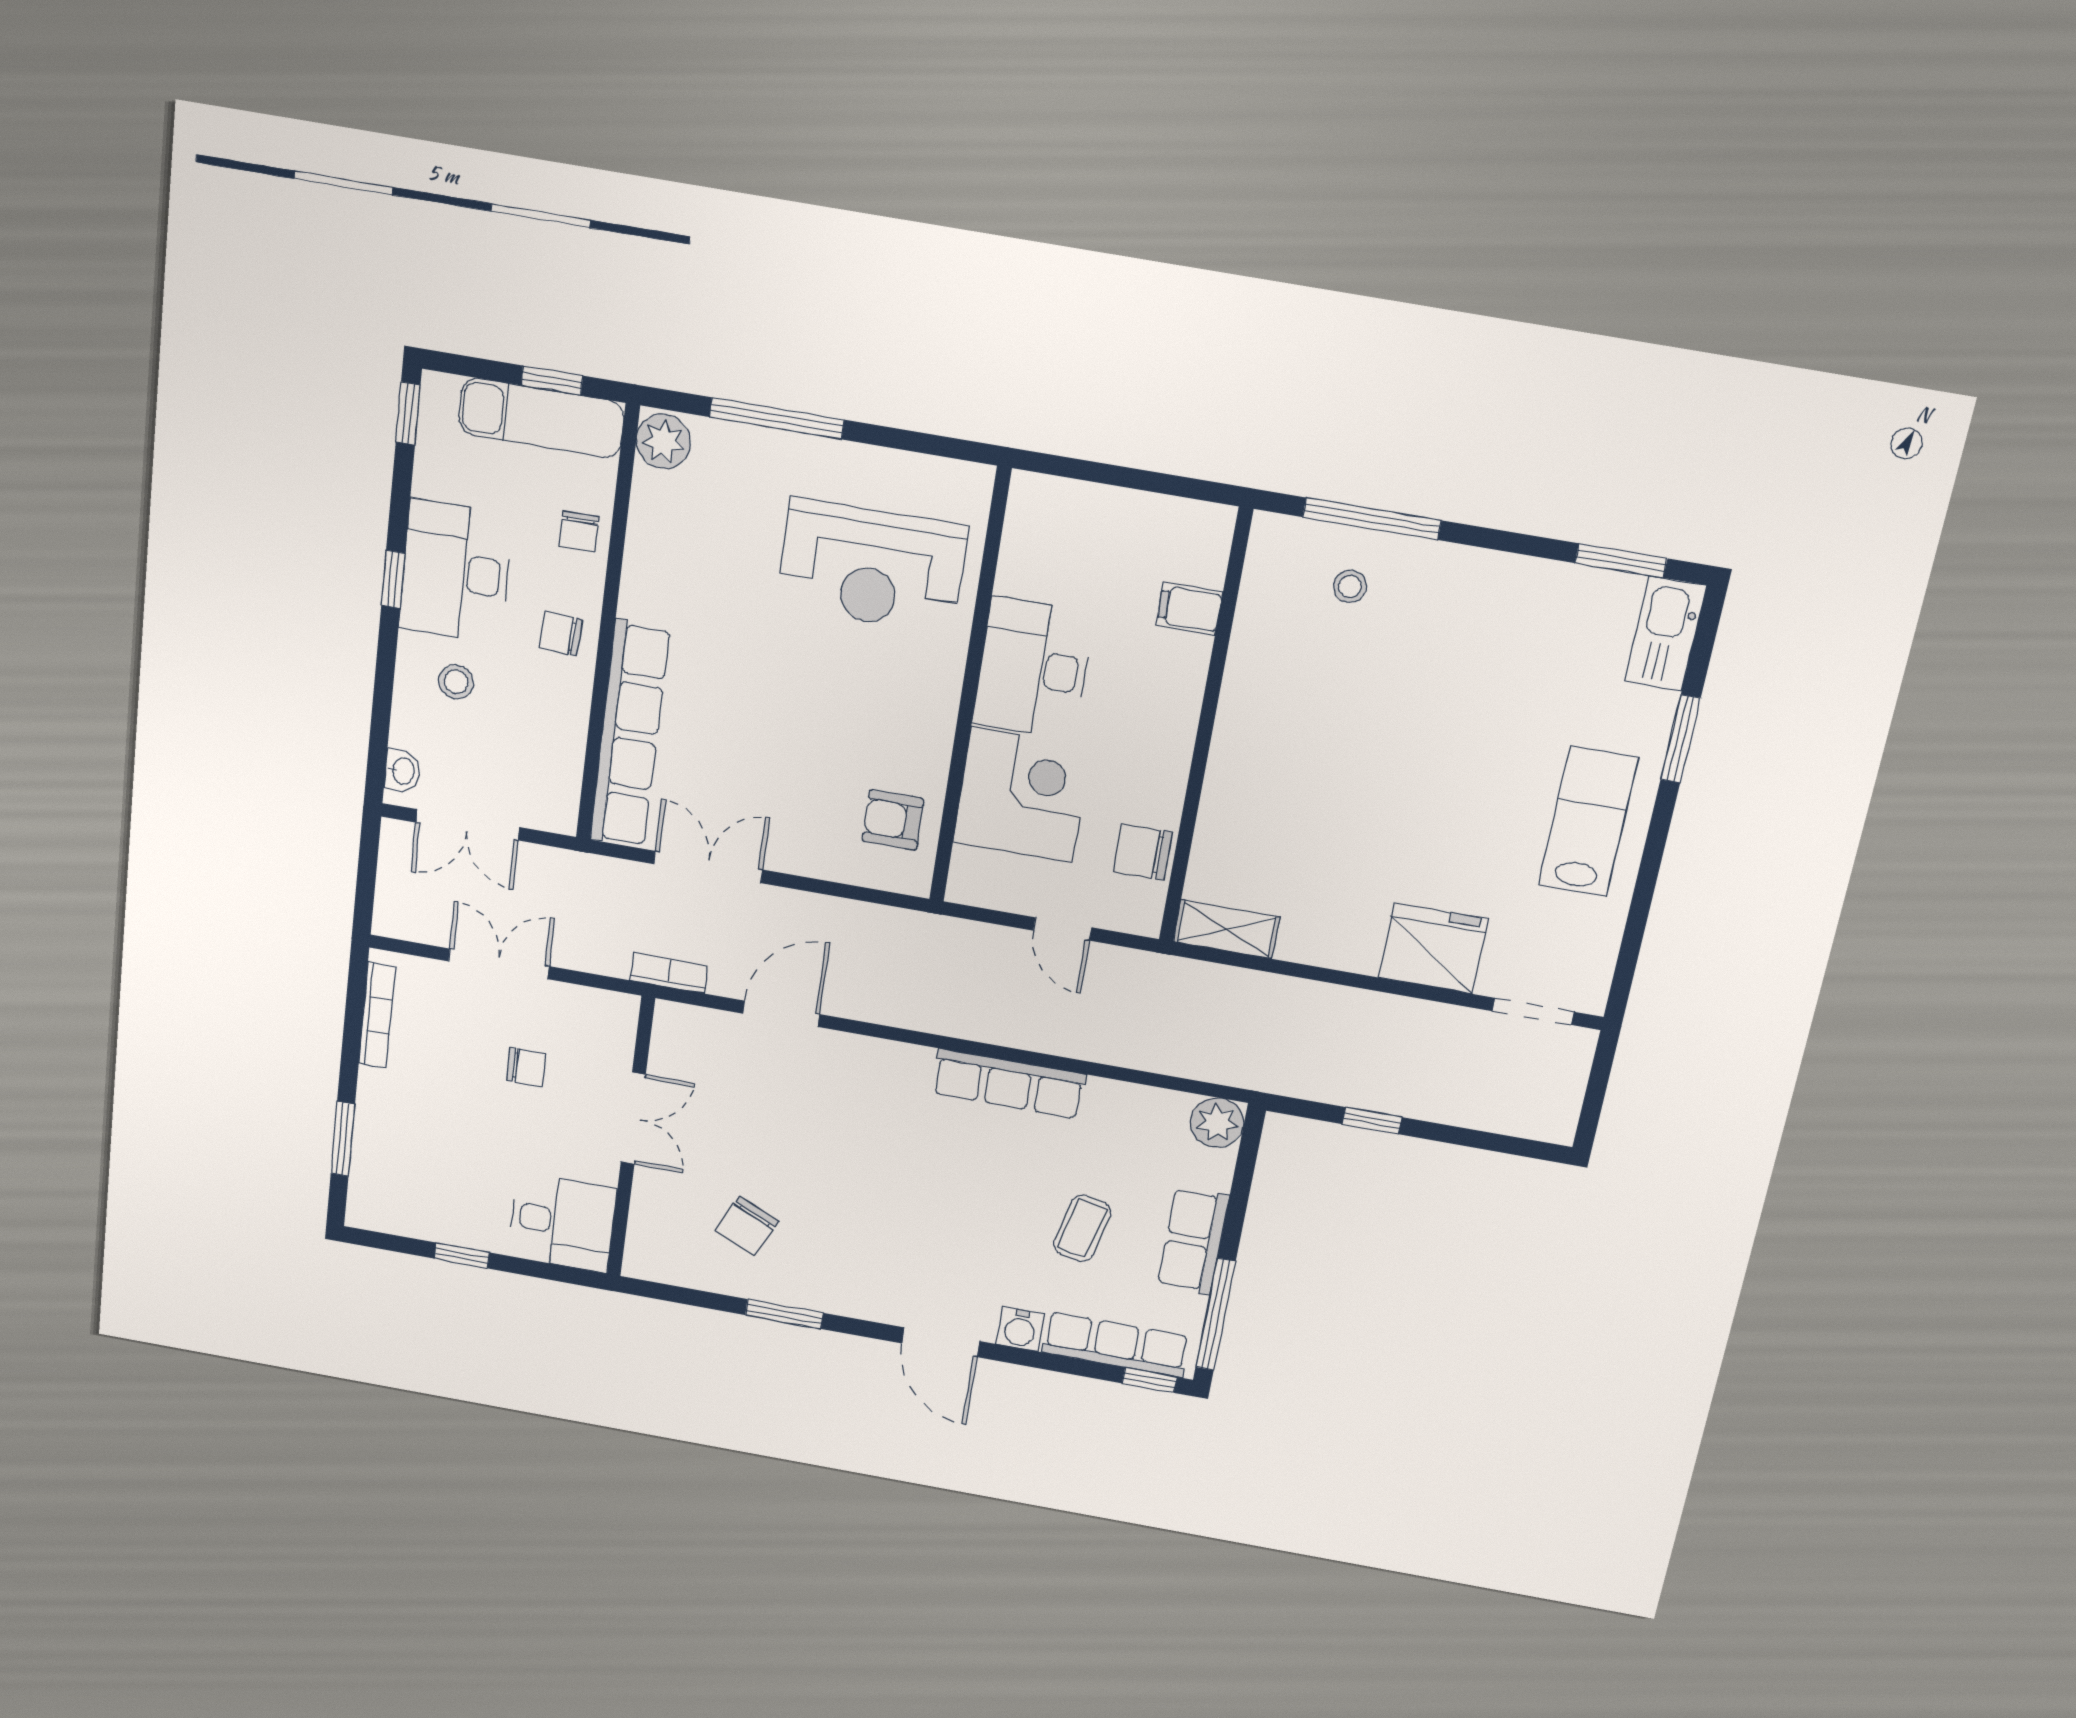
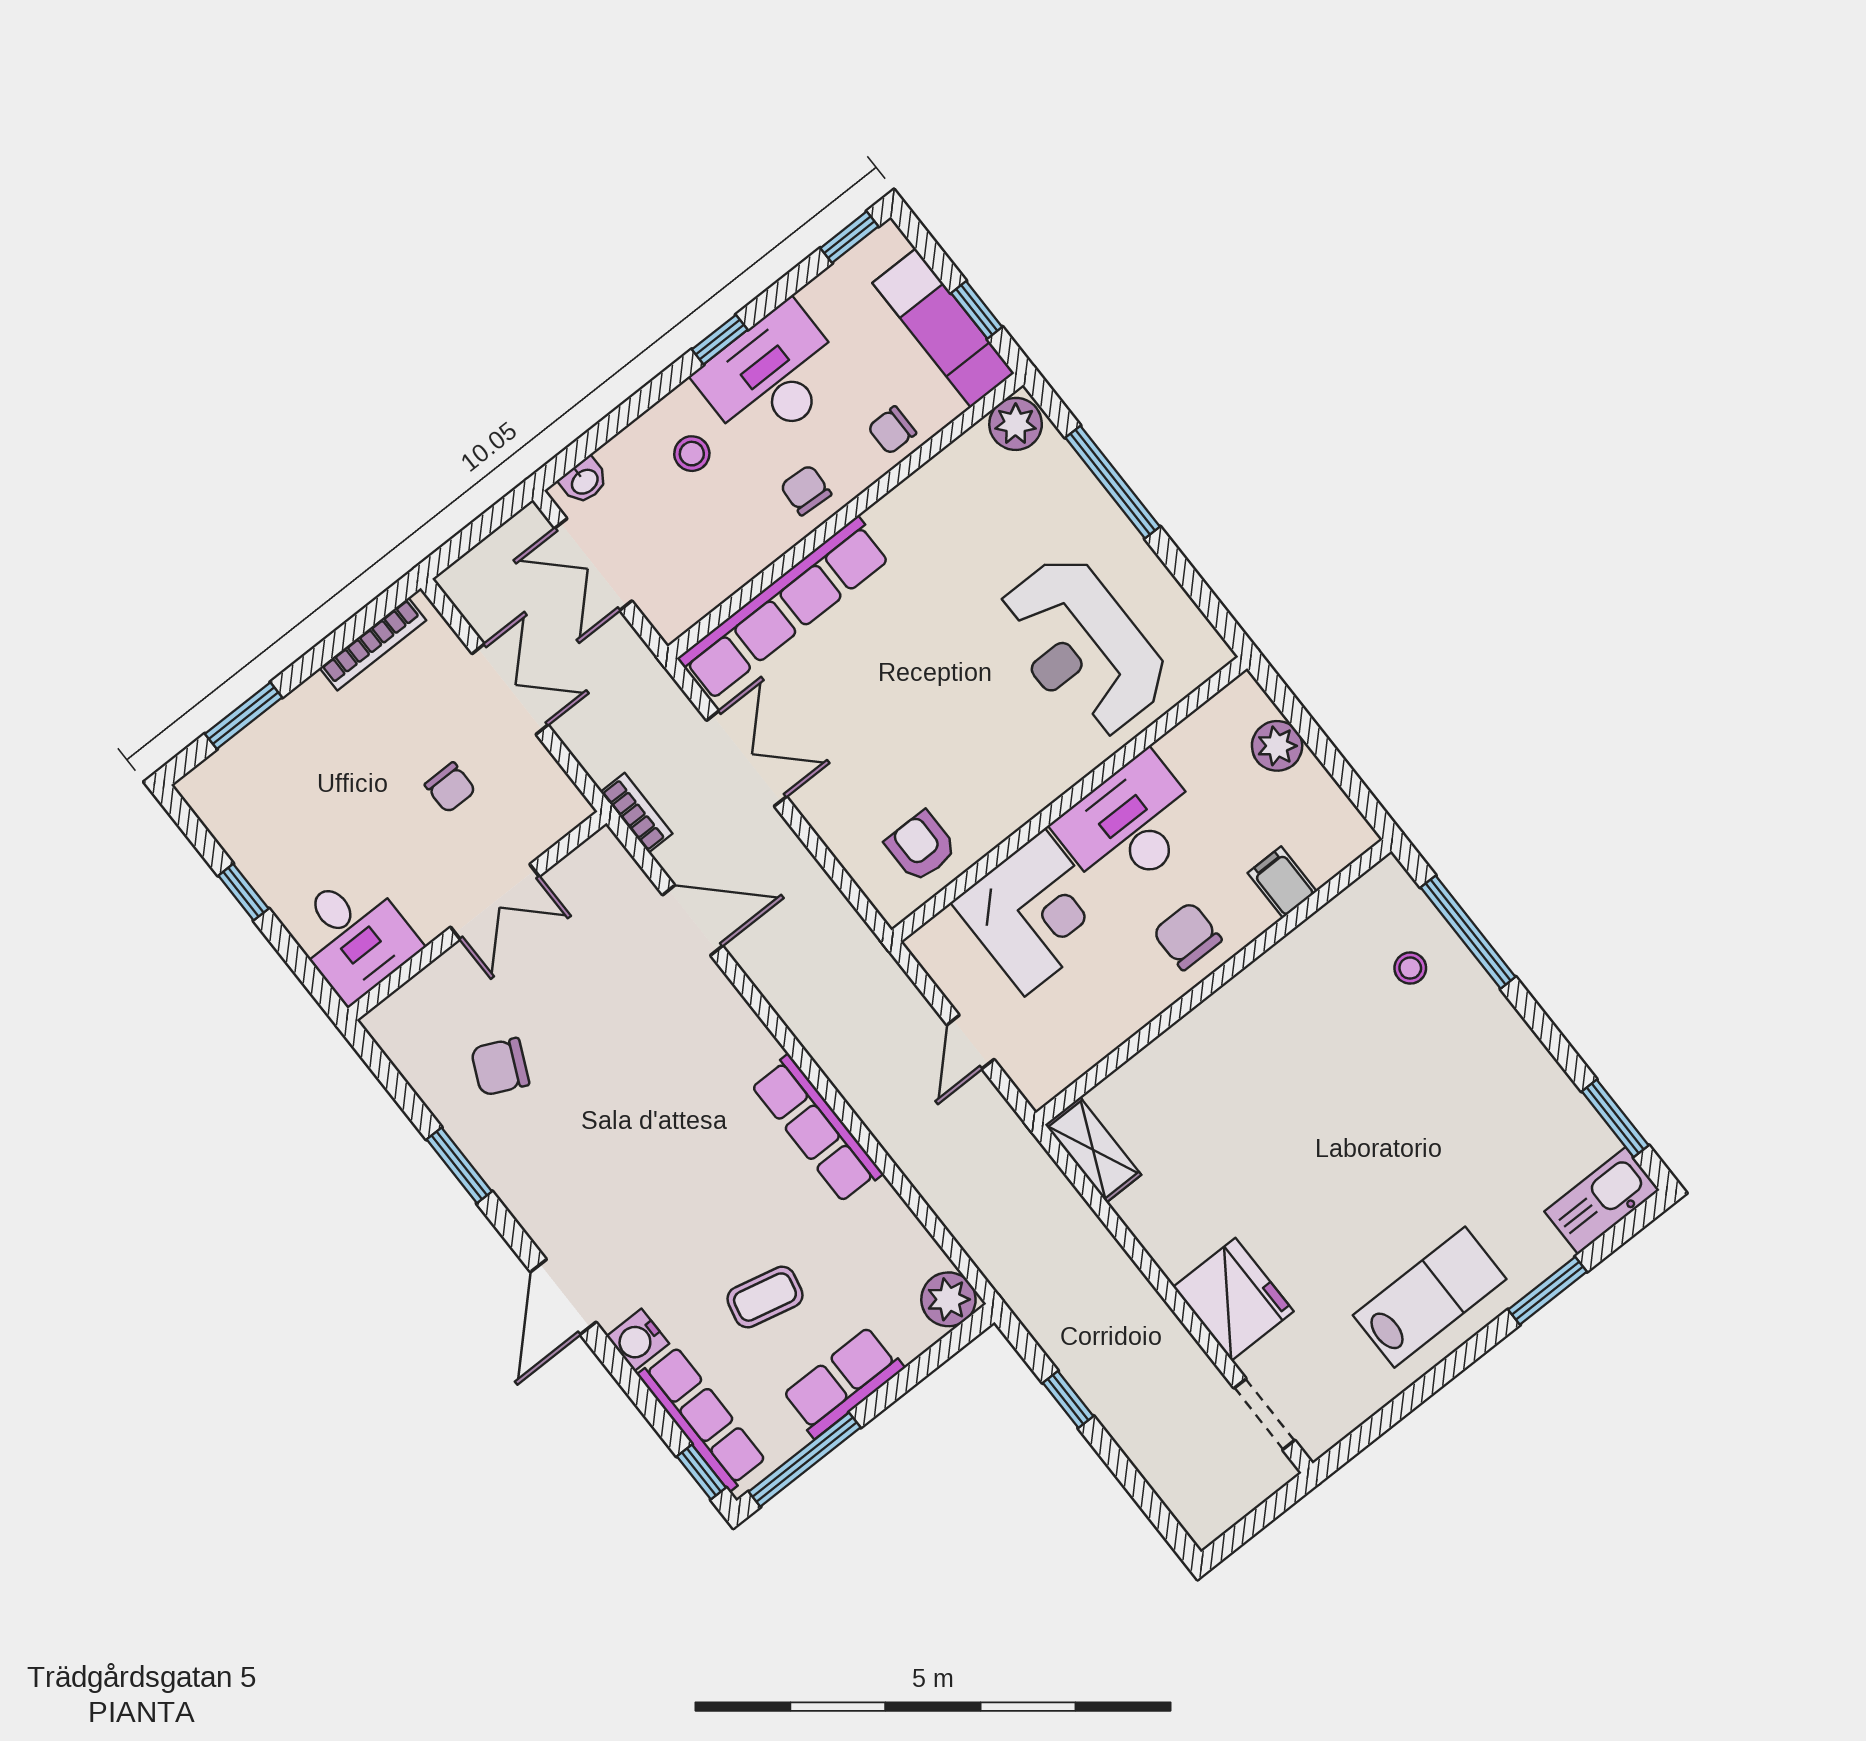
plant: (1090, 508) -> (1277, 746), added
chair: (1143, 852) -> (1187, 936), moved

